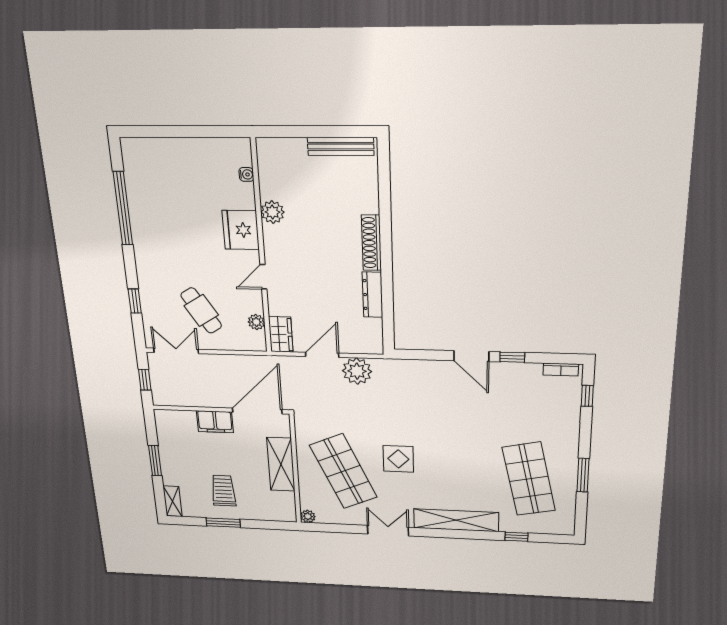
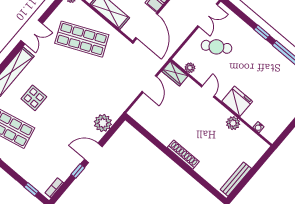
dresser: (372, 295) -> (159, 134), removed
window: (135, 301) -> (262, 32), moved
plant: (357, 371) -> (103, 123), moved
display table: (398, 459) -> (34, 98), moved

